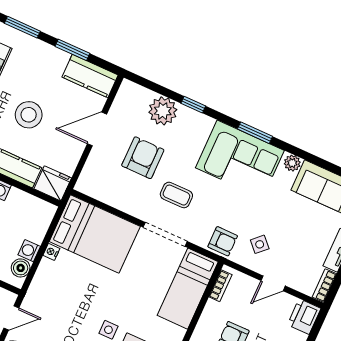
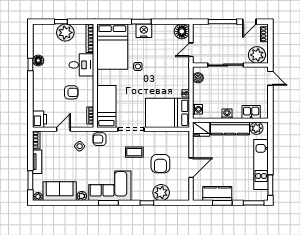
kitchen counter: (90, 76) -> (217, 194), moved
stool: (29, 115) -> (230, 159), removed
washing machine: (29, 251) -> (198, 109), moved

